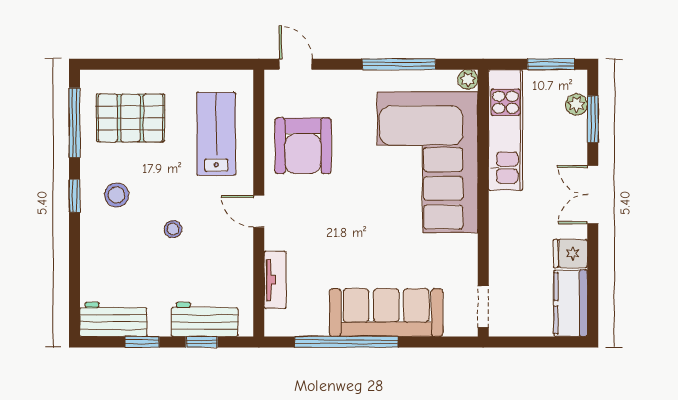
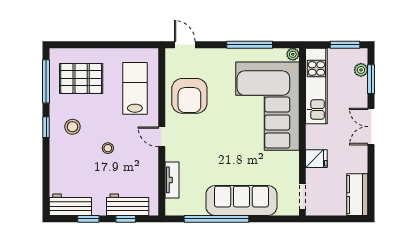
fridge: (570, 253) -> (316, 159), moved, turned 180

